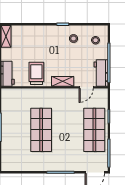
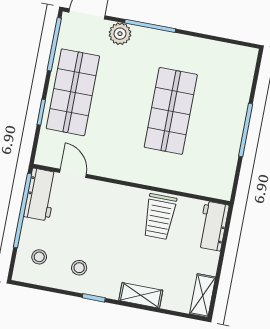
shelving: (63, 81) -> (141, 295), moved
door: (86, 87) -> (73, 173), hinge flipped
plant: (75, 165) -> (120, 34), added

